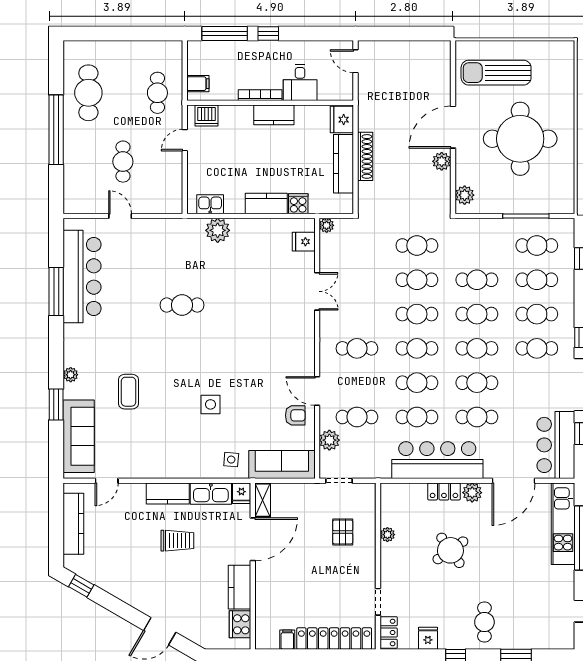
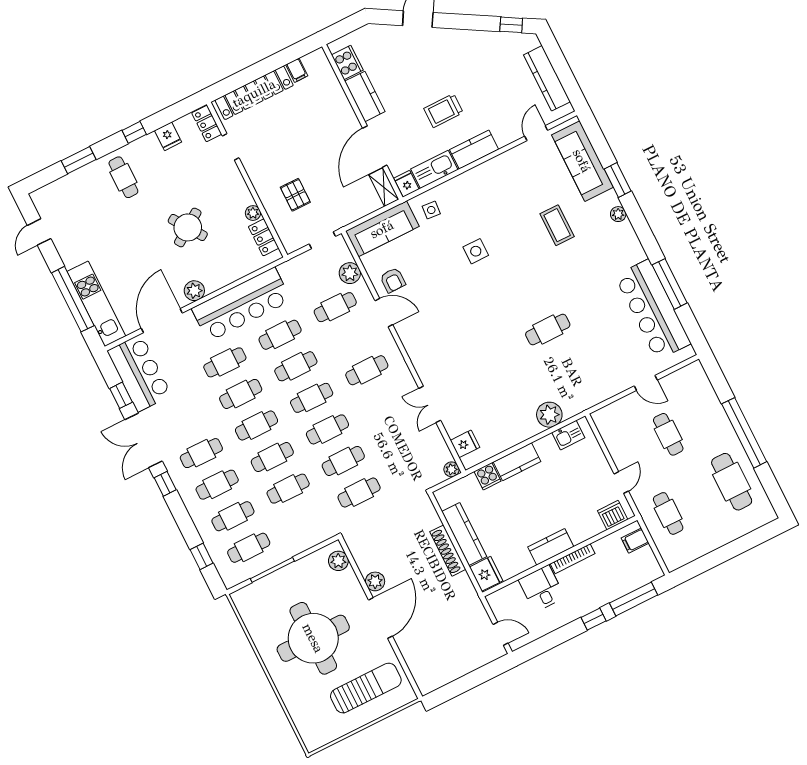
armchair: (295, 415) -> (393, 280), turned -90
locker: (444, 491) -> (264, 237), moved, turned -90

